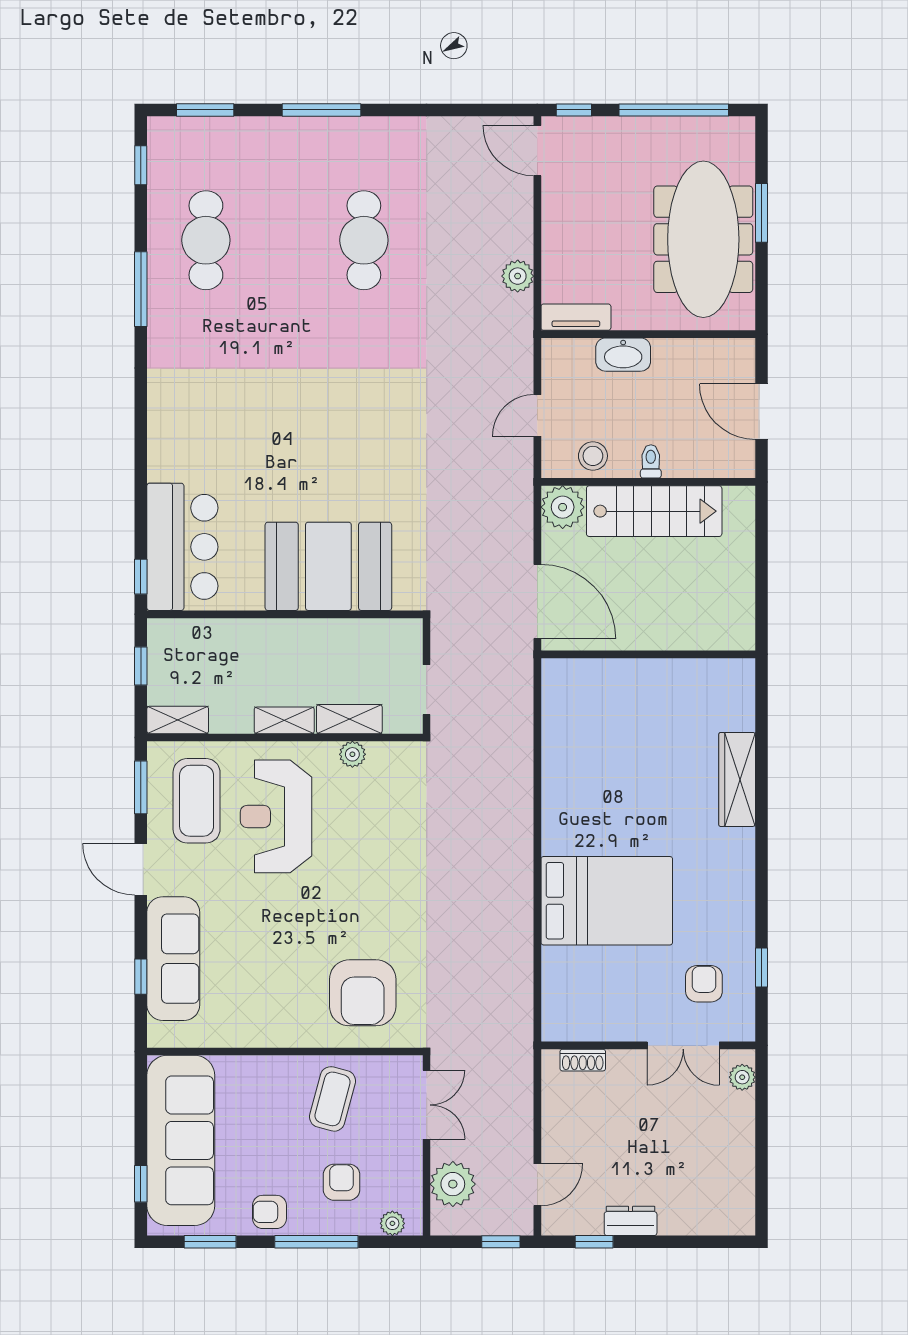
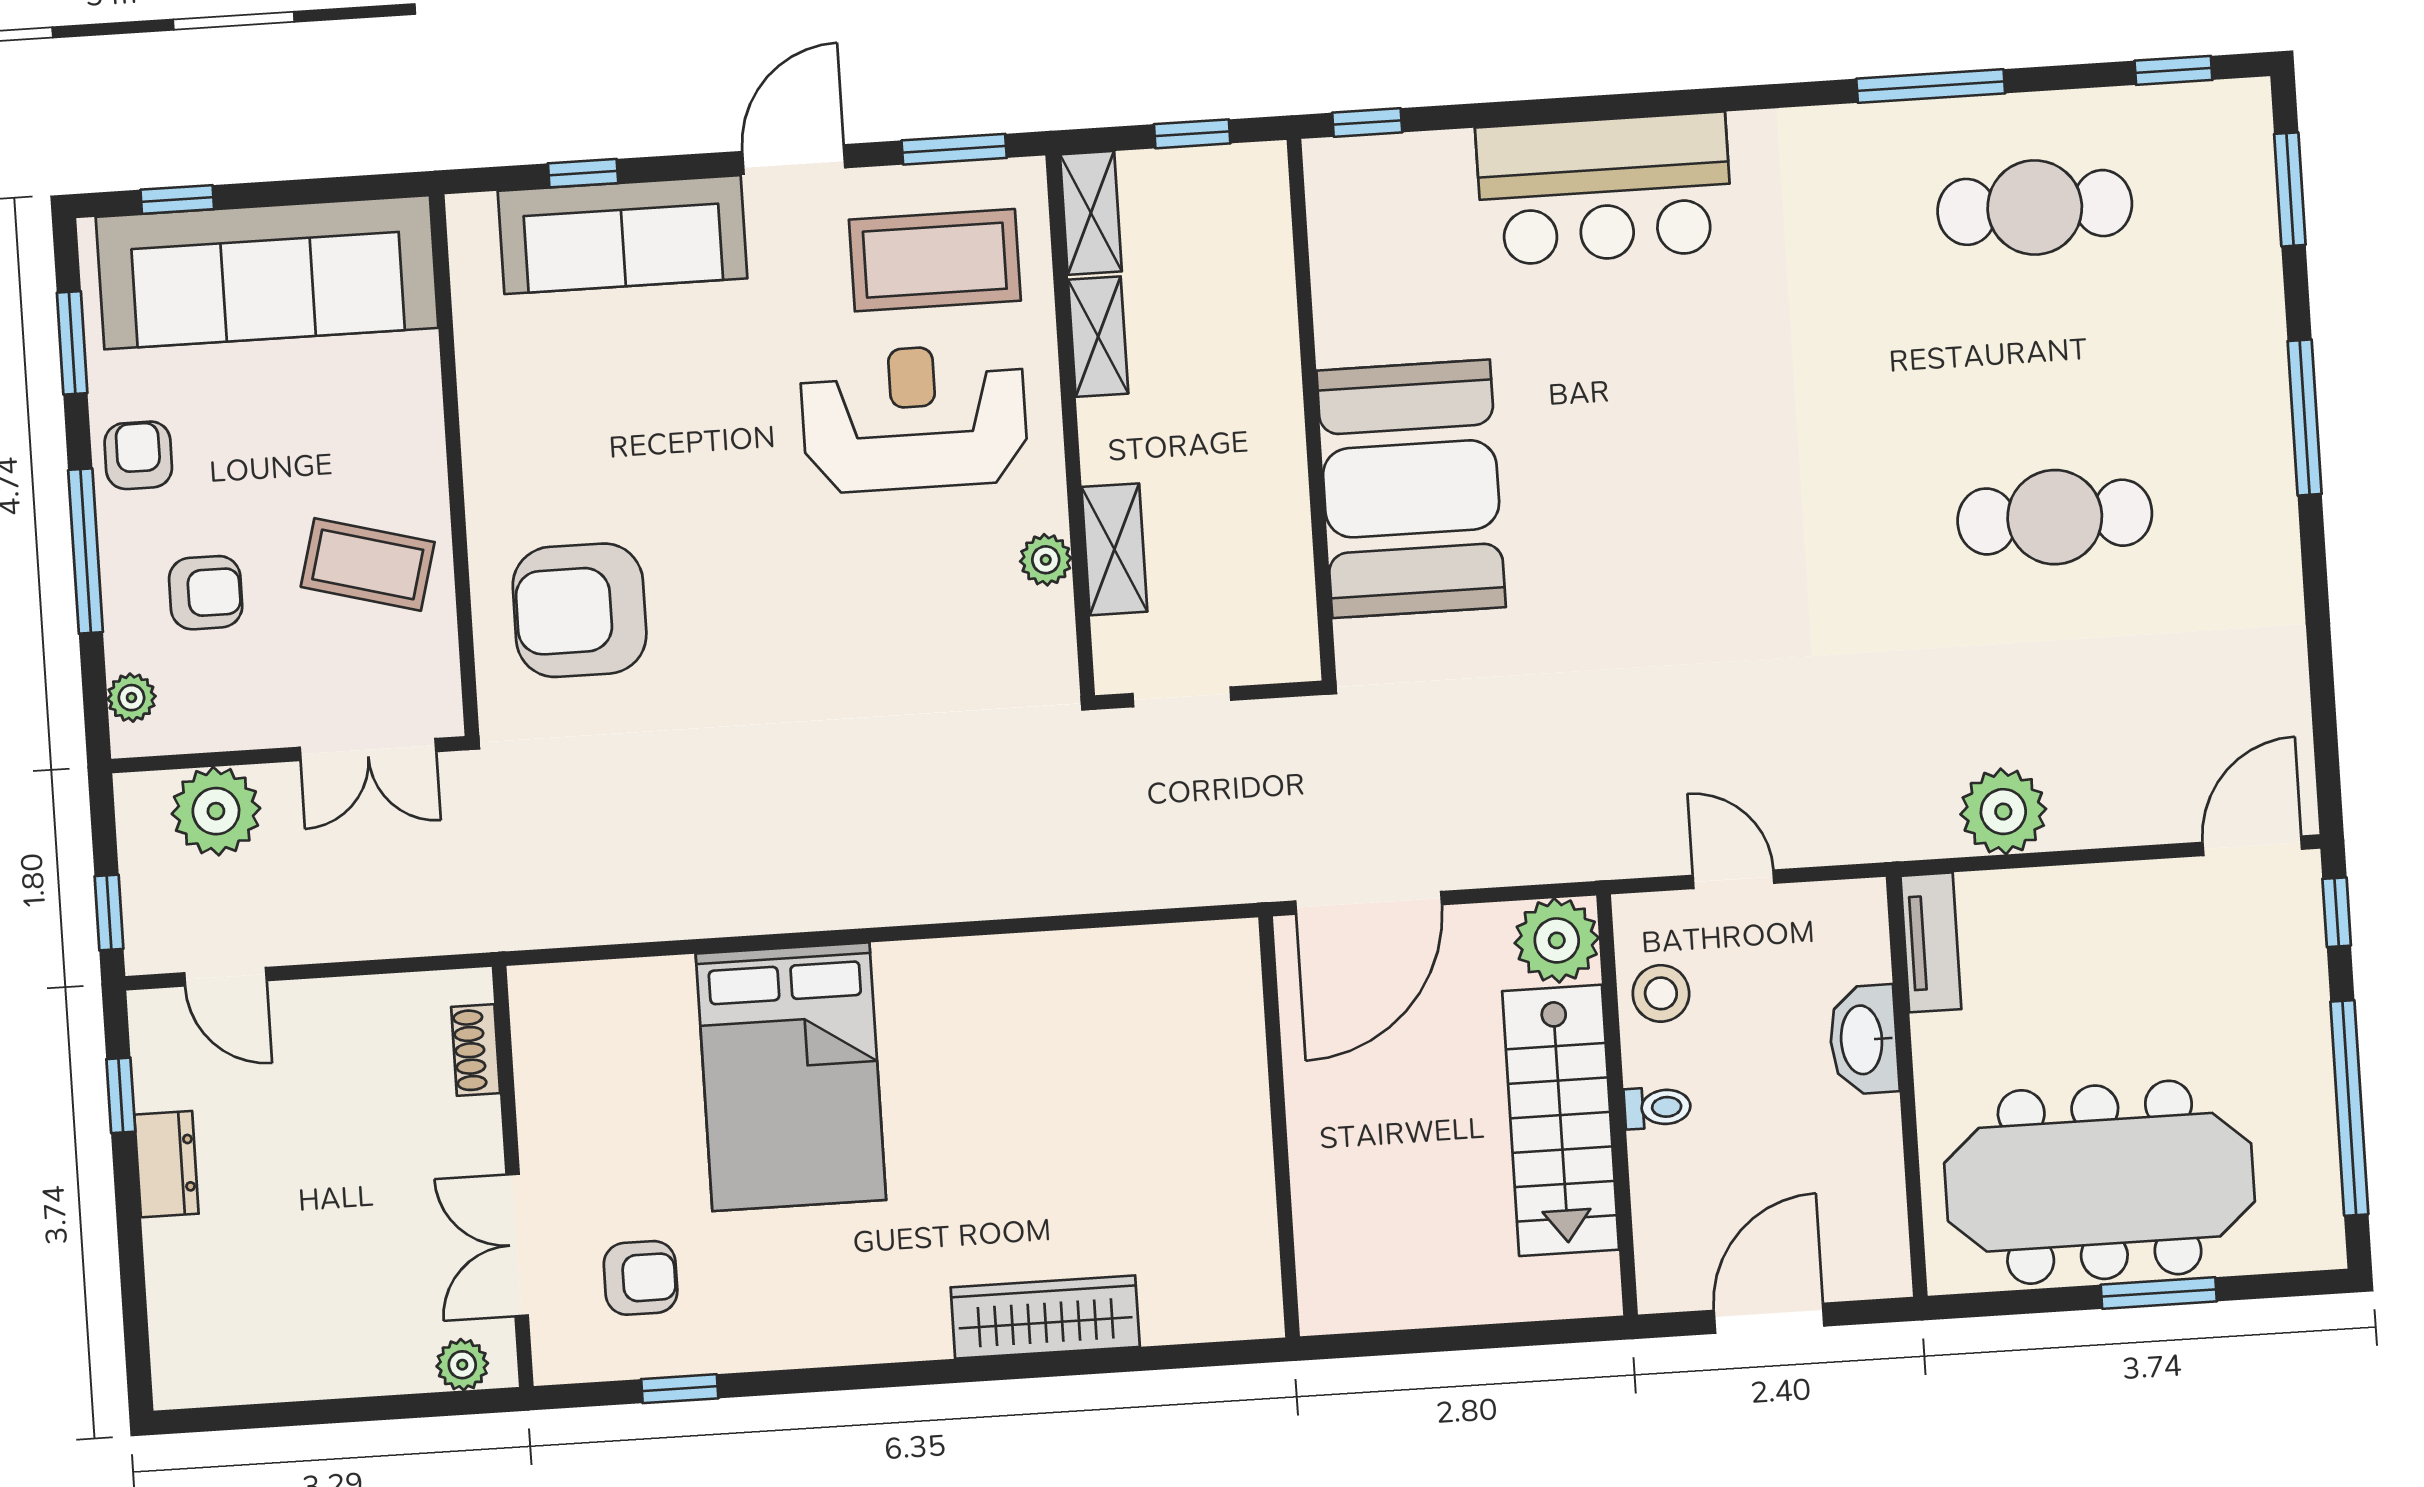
plant: (518, 276) -> (2003, 812), width x1.36, depth x1.36
bar counter: (182, 547) -> (1604, 189), moved
shelving: (284, 720) -> (1098, 337), moved

